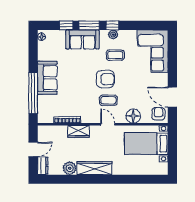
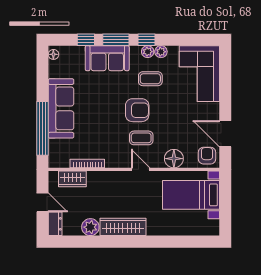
plant: (123, 35) -> (161, 52), added
sofa: (47, 78) -> (61, 108), width x1.36
wardrobe: (78, 131) -> (72, 179), moved
door: (33, 149) -> (43, 202), hinge flipped

